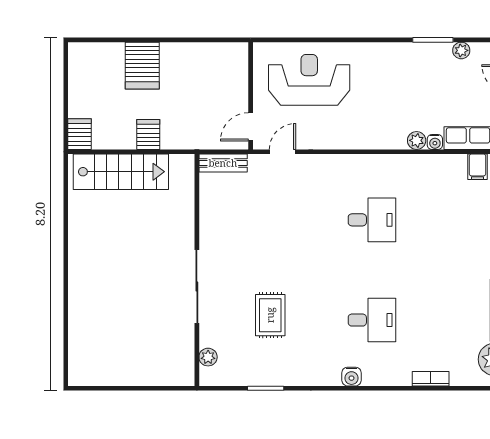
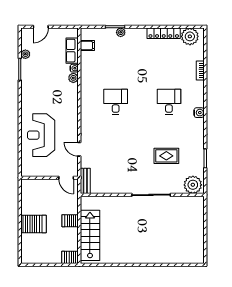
wall: (251, 96) -> (50, 178), moved
door: (251, 127) -> (66, 178), moved
plant: (208, 357) -> (193, 185), width x1.88, depth x1.88

